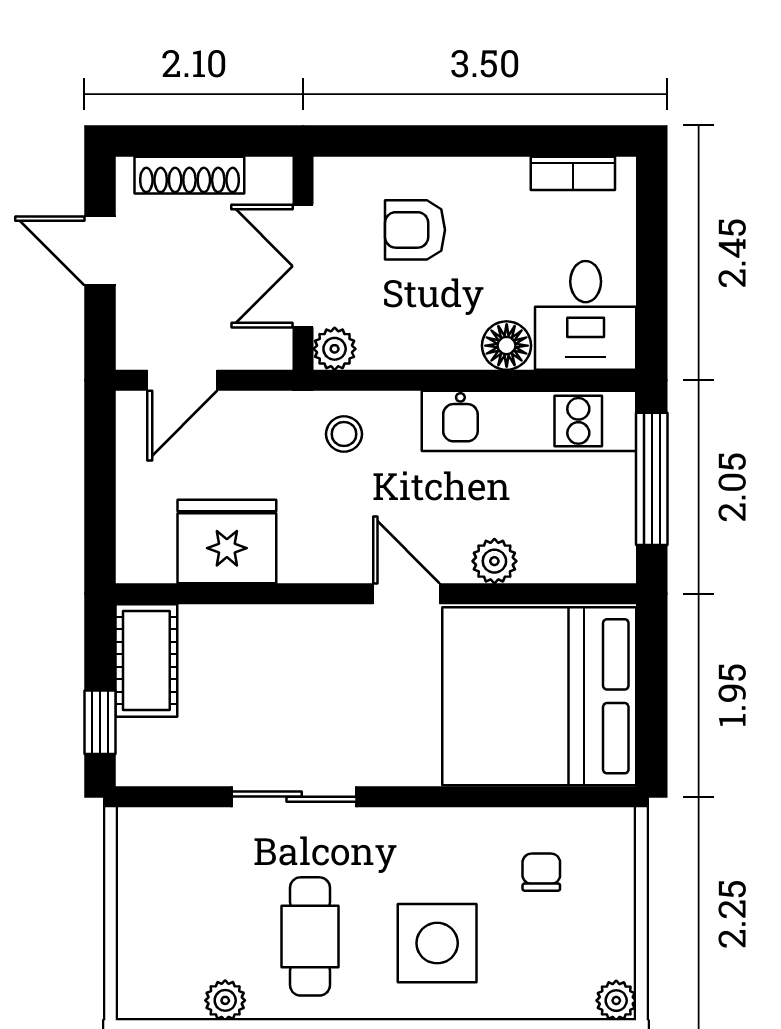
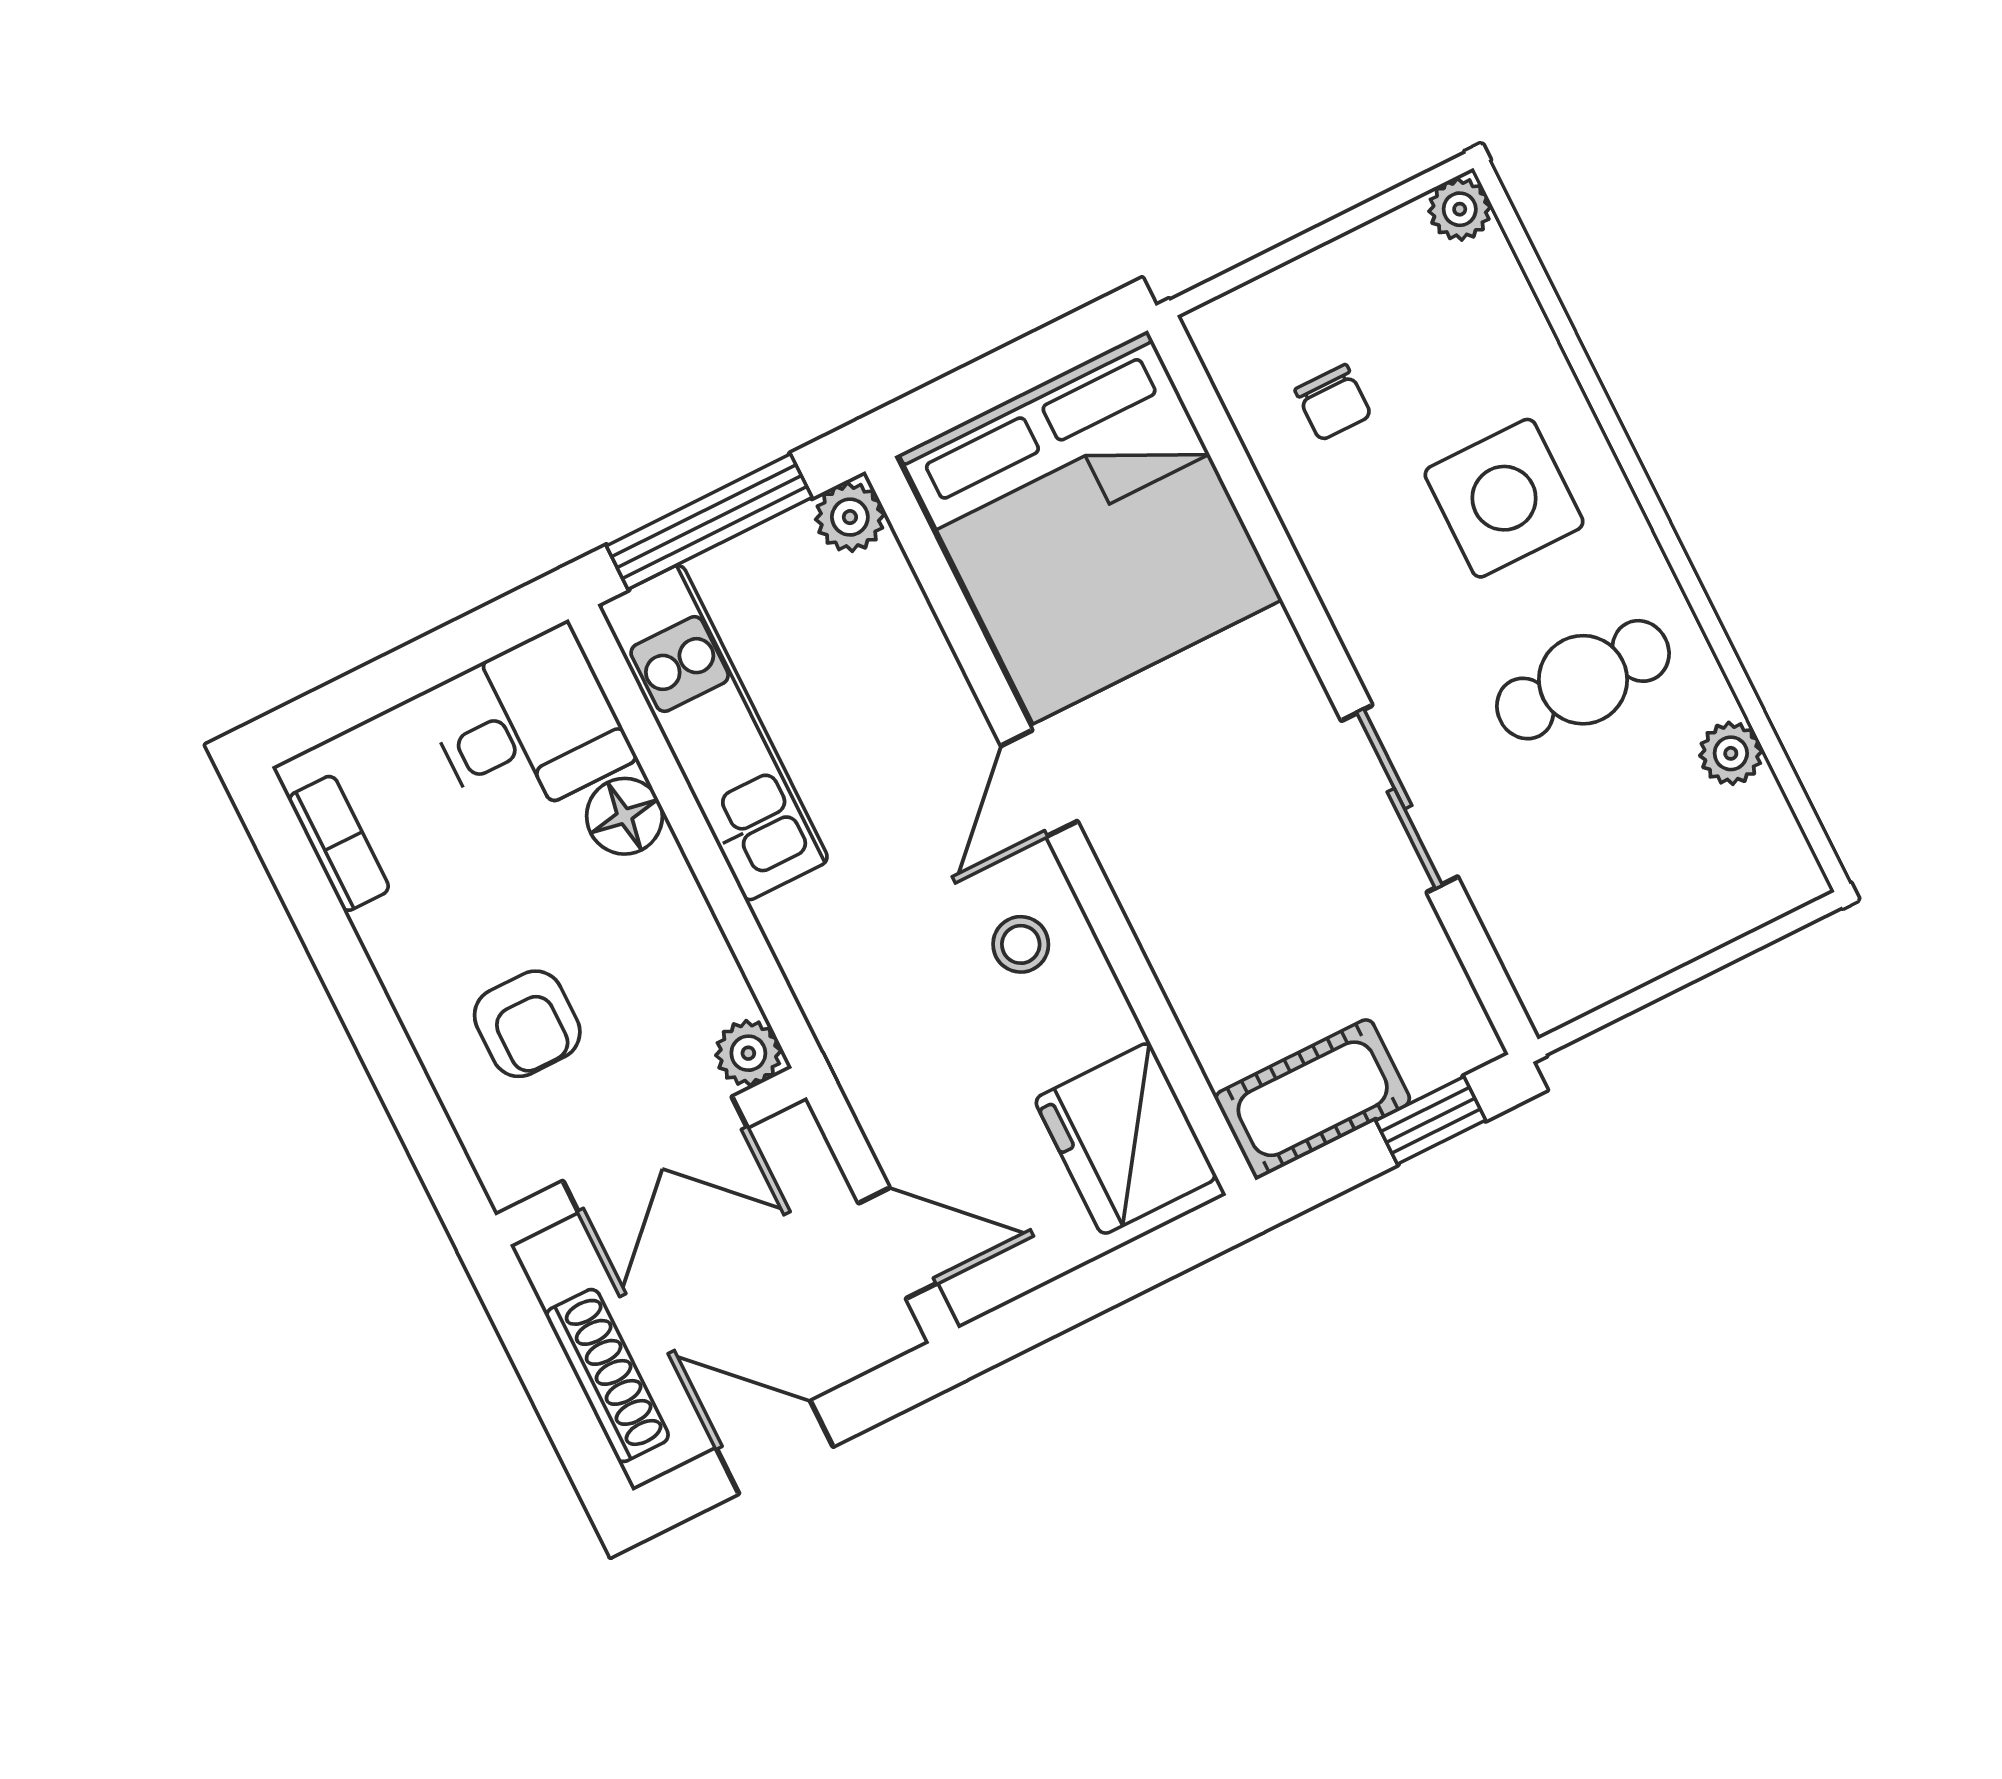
door: (100, 251) -> (775, 1447), swing flipped
stool: (344, 434) -> (1021, 944), moved
fridge: (227, 541) -> (1126, 1139), moved
plant: (494, 561) -> (850, 517), moved
chair: (541, 872) -> (1333, 403), turned -90

